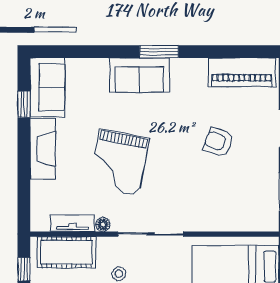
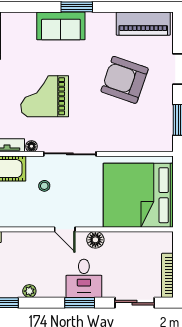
armchair: (219, 142) -> (125, 80), width x1.88, depth x1.88
grand piano: (119, 162) -> (45, 96), turned 79

